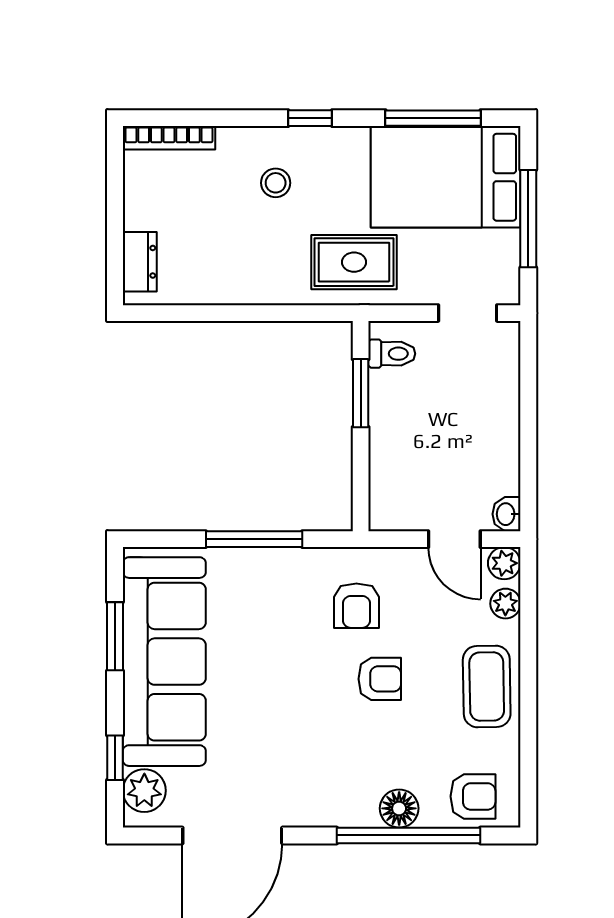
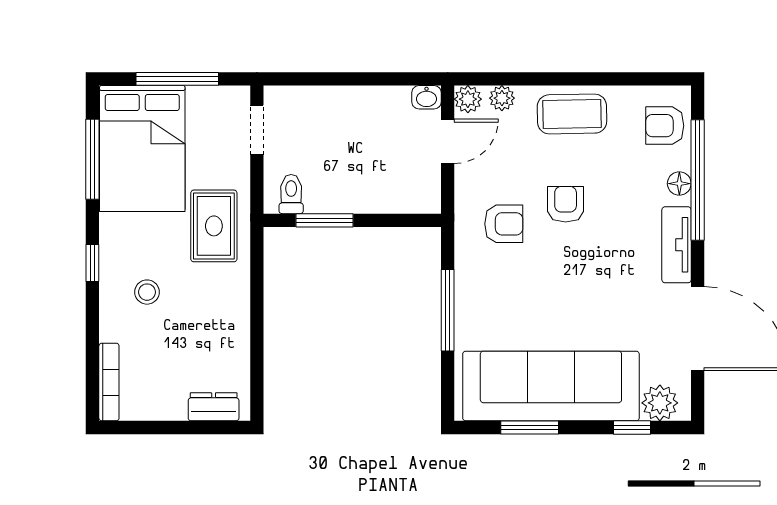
armchair: (473, 796) -> (665, 126), turned -90
floor lamp: (399, 808) -> (679, 184), width x0.73, depth x0.73
tv unit: (332, 810) -> (677, 245), added

